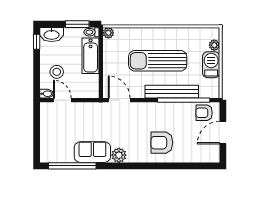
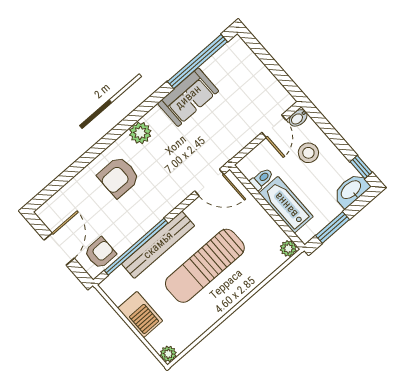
toilet: (91, 32) -> (262, 179), moved
plant: (214, 45) -> (168, 354), moved
sun lounger: (158, 61) -> (205, 266), turned 180
door: (62, 100) -> (274, 126), hinge flipped
armchair: (162, 143) -> (119, 177), turned 180
plant: (119, 155) -> (140, 133), moved

